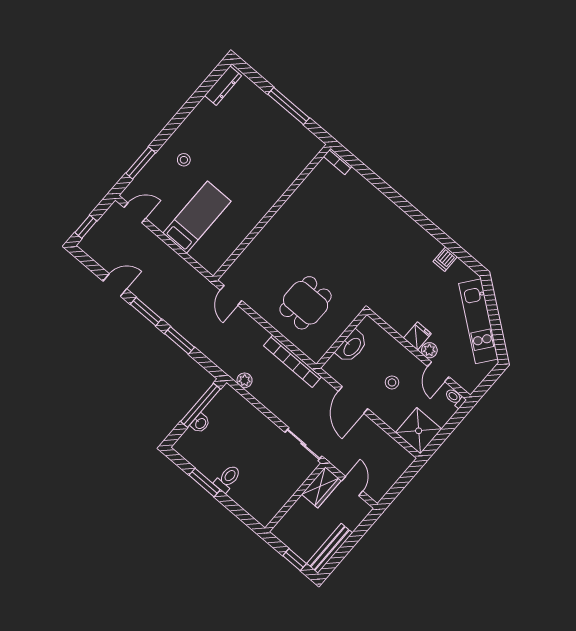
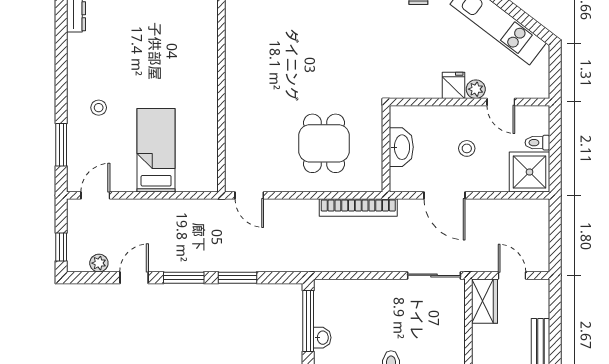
plant: (245, 380) -> (99, 263), moved
toilet: (455, 398) -> (537, 143), moved

